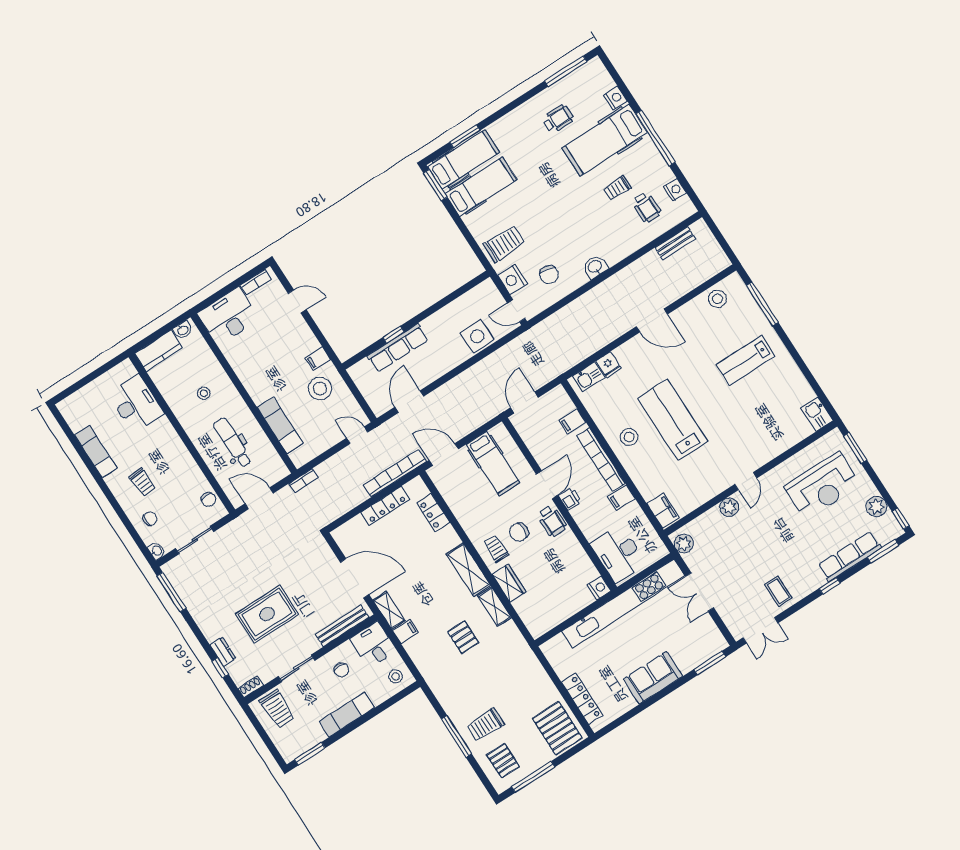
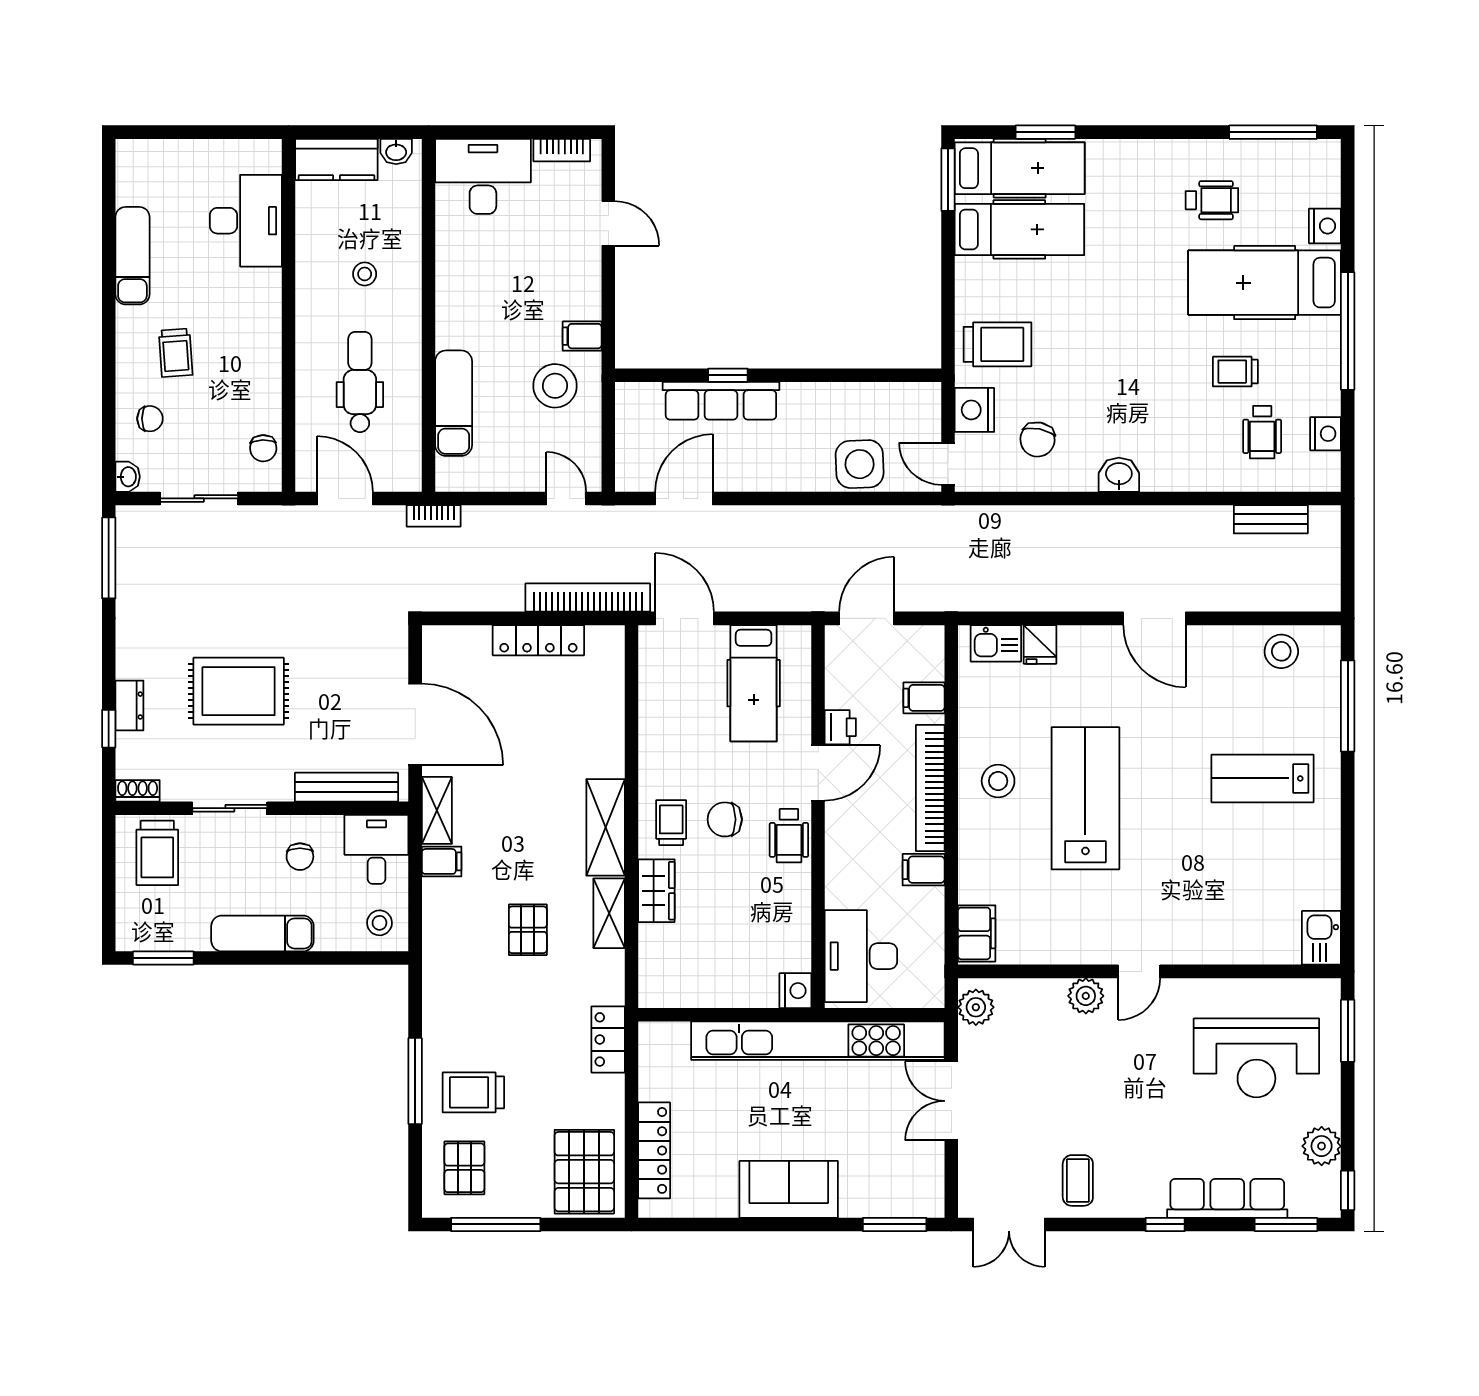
printer: (570, 499) -> (840, 727), moved
locker: (433, 513) -> (608, 1039), moved

